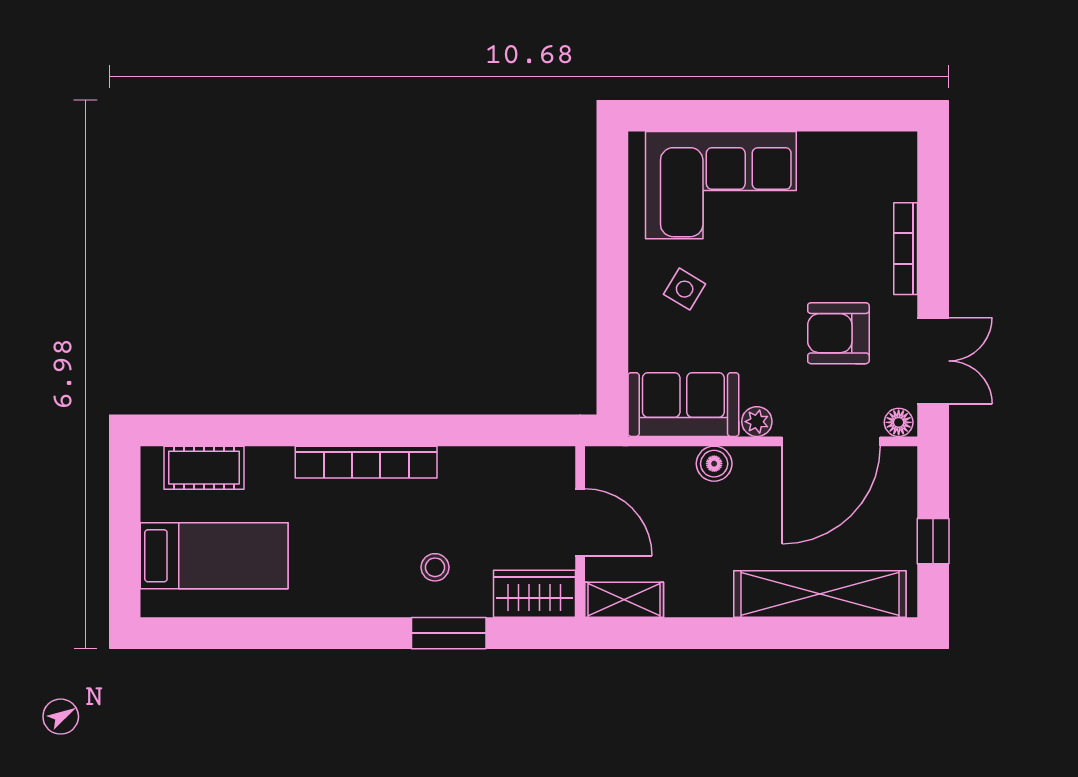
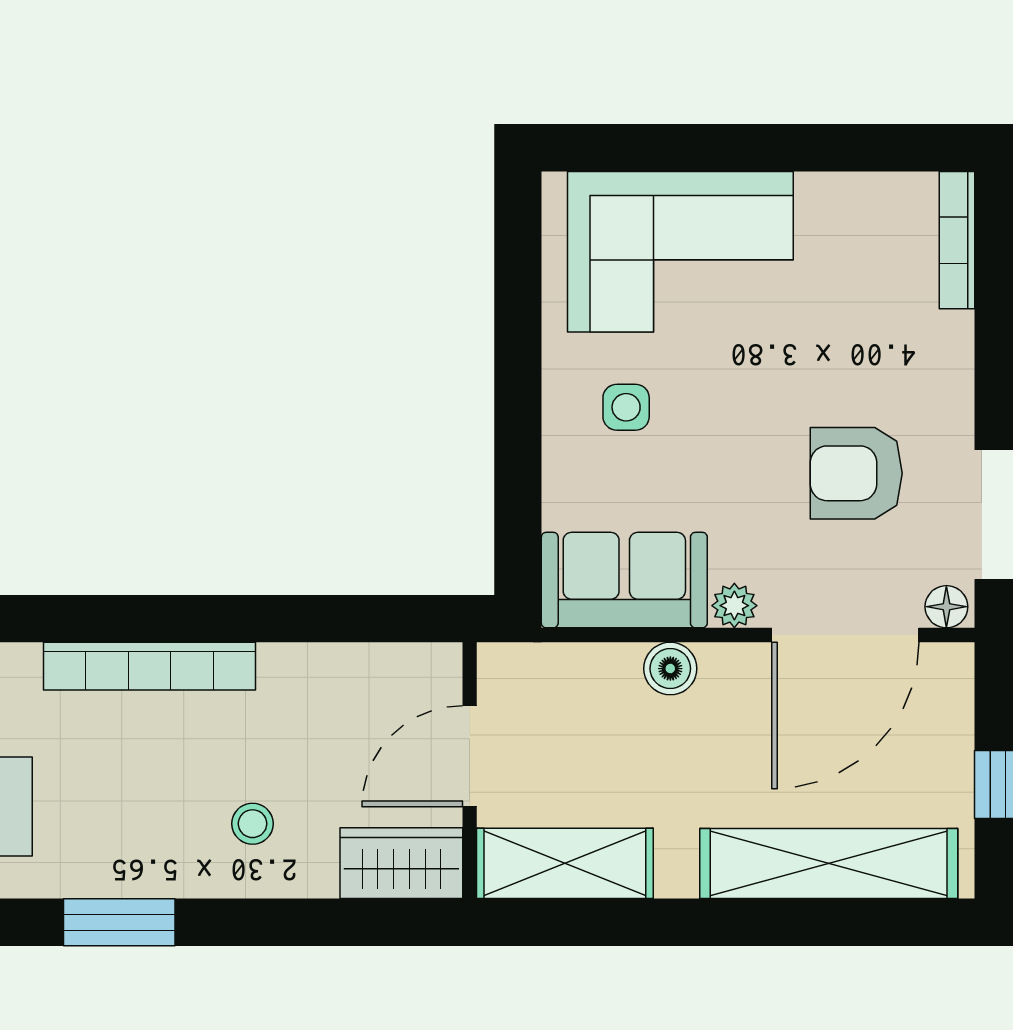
bookcase: (906, 249) -> (957, 240), moved
side table: (685, 289) -> (626, 407), turned -31
door: (580, 522) -> (470, 756), swing flipped
shelving: (624, 600) -> (565, 863), width x1.50, depth x1.33
window: (449, 633) -> (119, 922), moved

